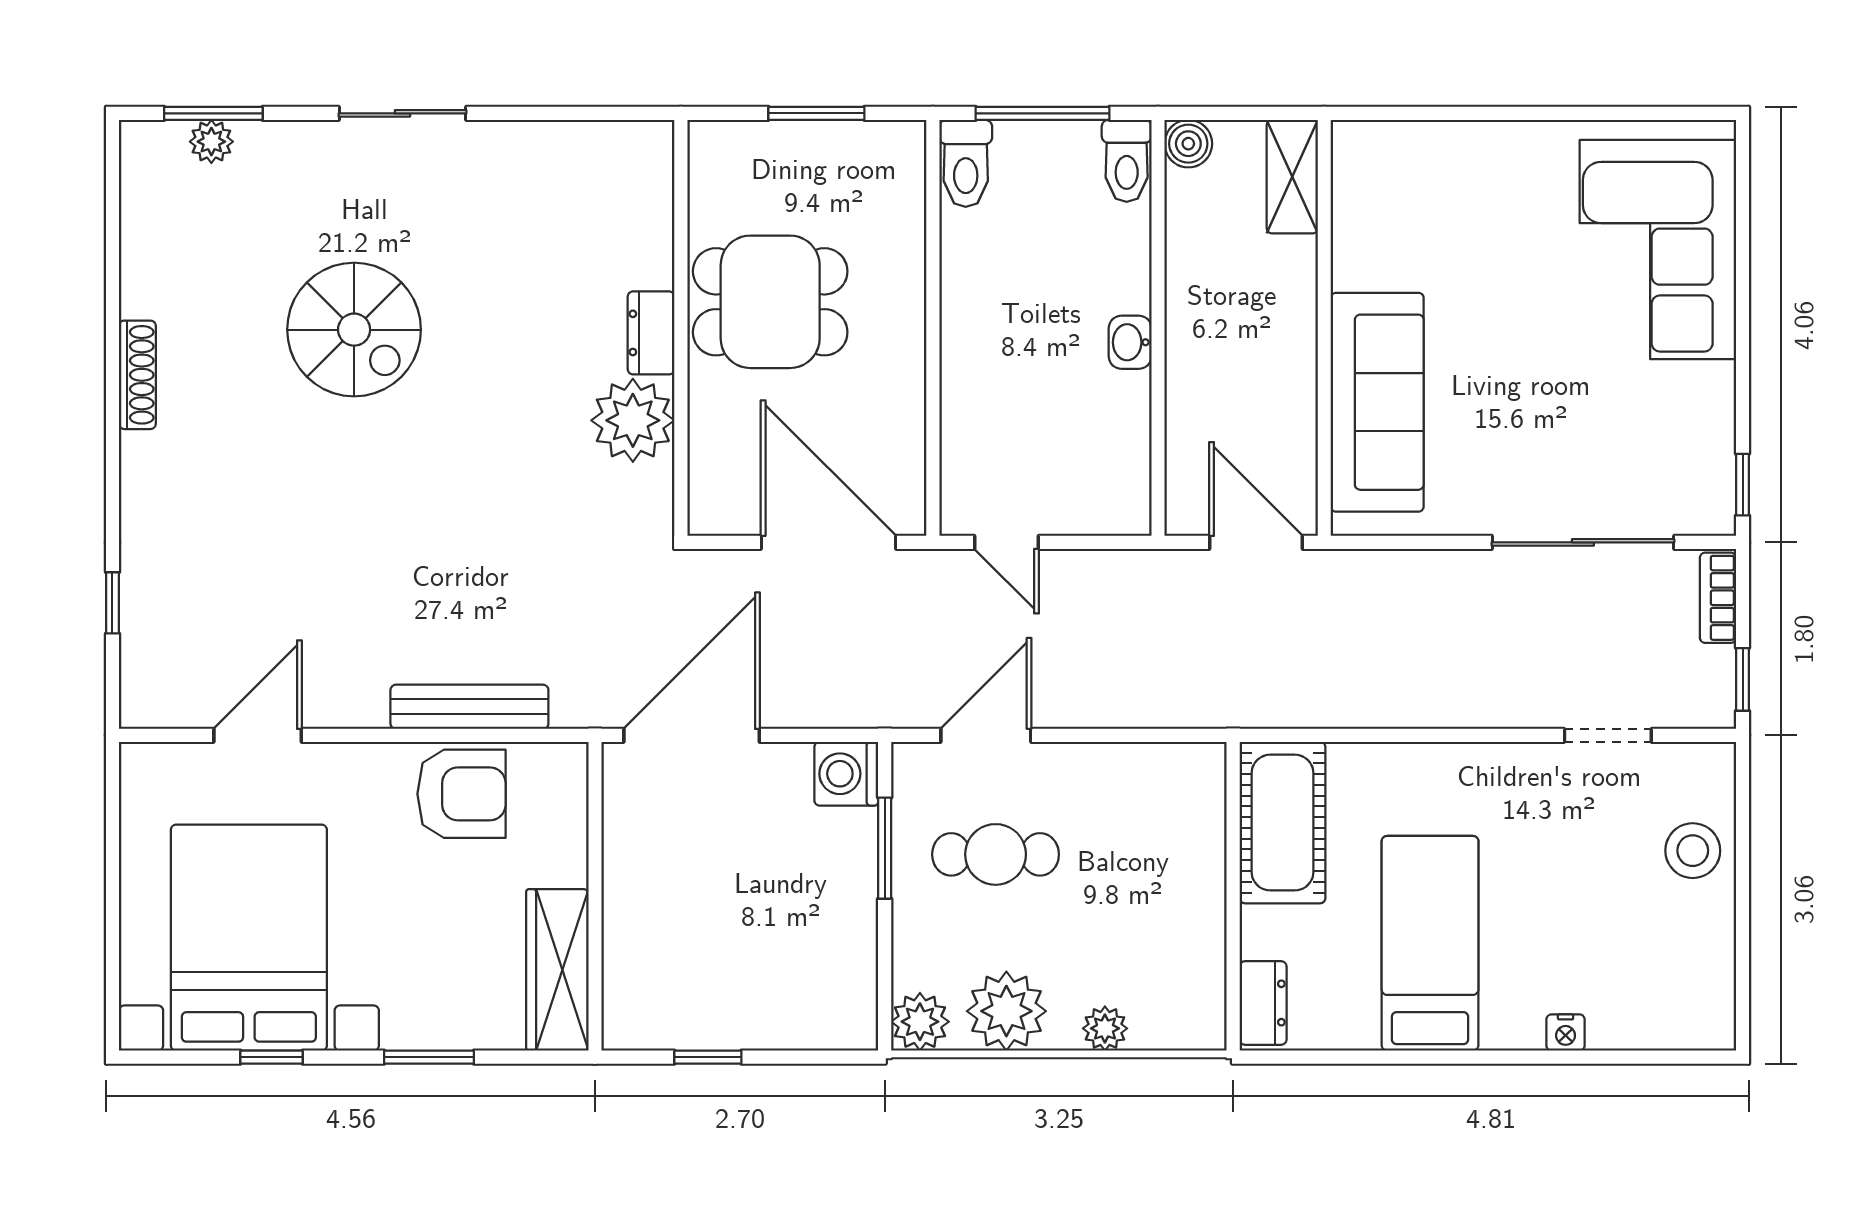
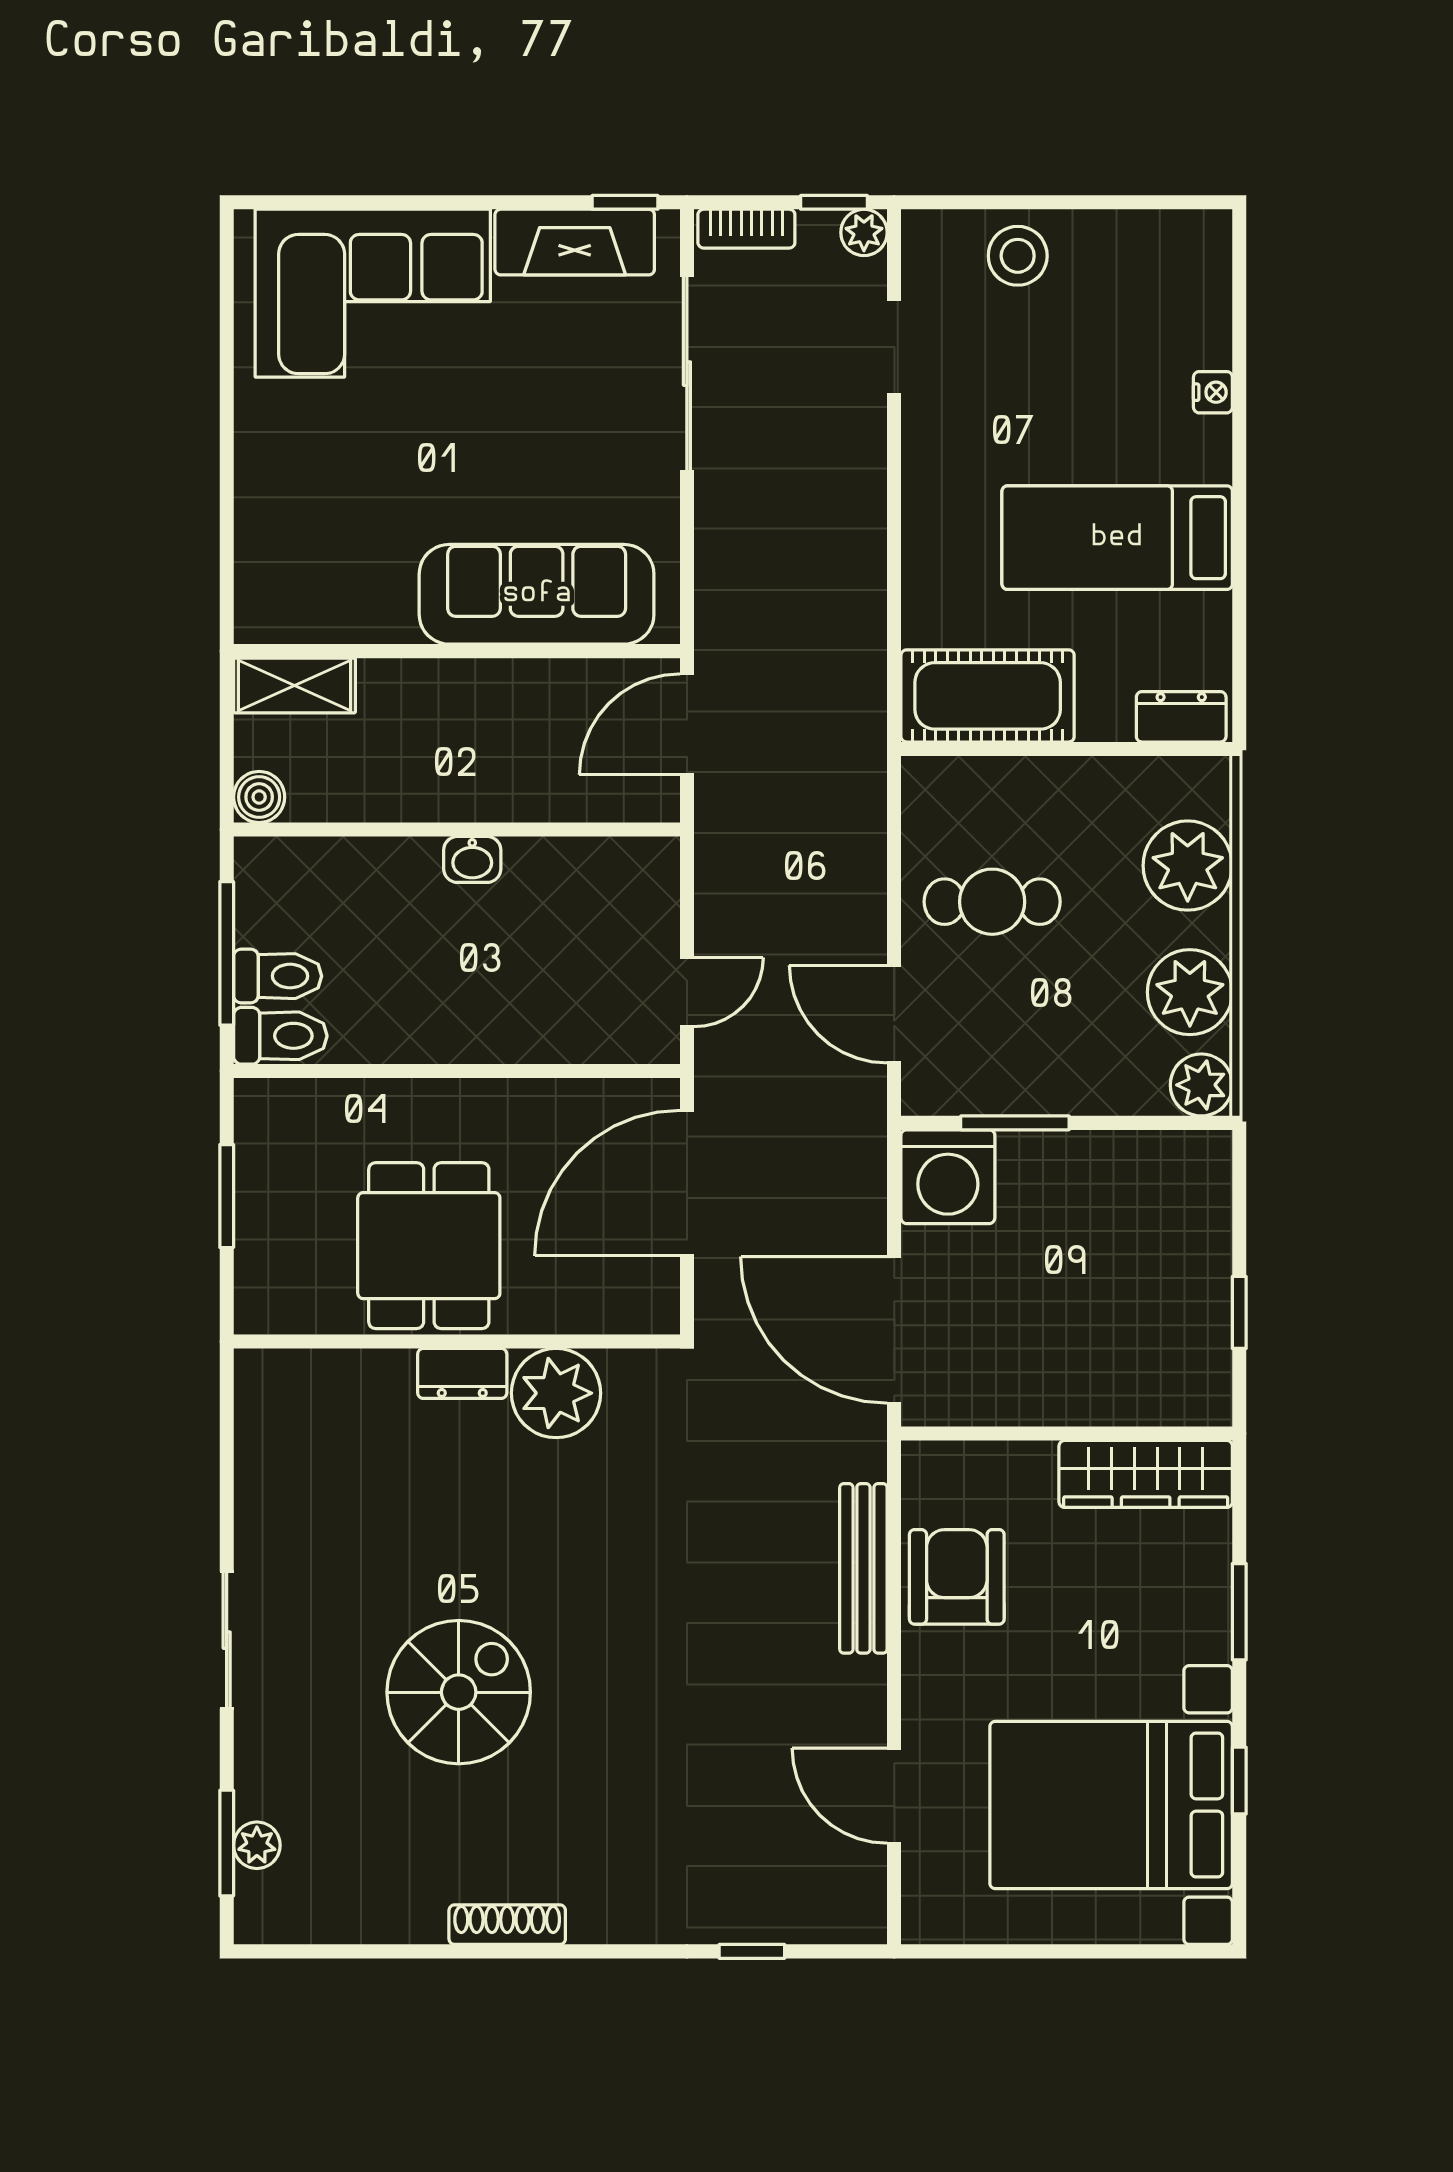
toilet: (1127, 161) -> (278, 976), moved
fireplace: (1706, 438) -> (575, 242), added
plant: (1714, 707) -> (864, 232), added
washing machine: (846, 774) -> (948, 1177), width x1.37, depth x1.37
cafe table: (996, 854) -> (992, 902), moved, turned 90
plant: (1105, 1028) -> (1188, 866), width x1.87, depth x1.87

